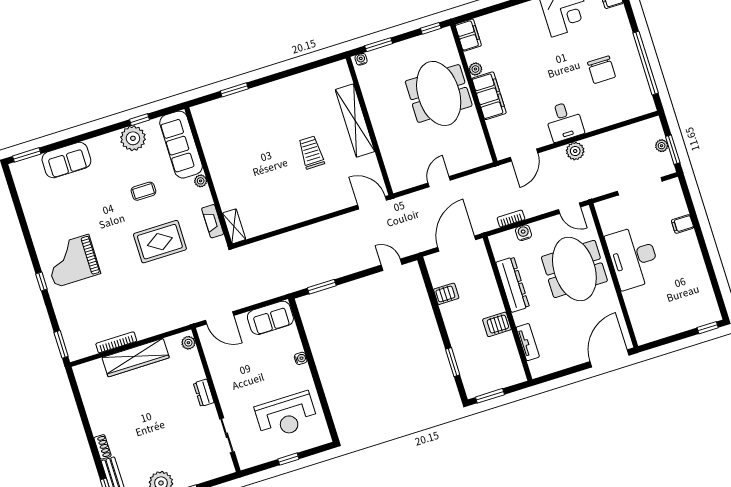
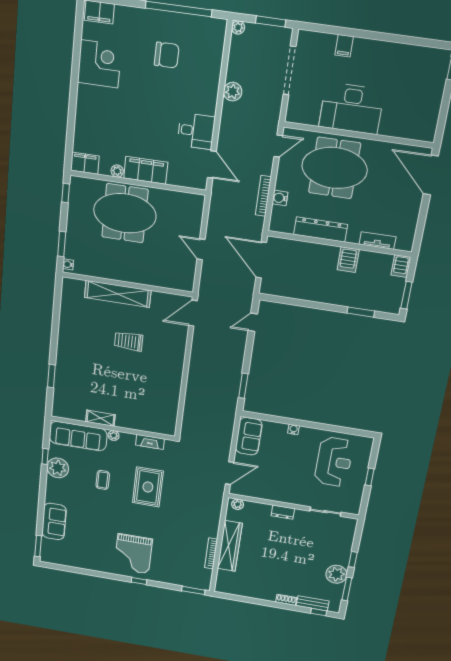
desk: (564, 121) -> (196, 131), moved
plant: (662, 146) -> (238, 28), moved
plant: (575, 151) -> (233, 92), moved
bookcase: (511, 219) -> (263, 196), width x1.56
shelving: (234, 226) -> (100, 418), moved
server rack: (446, 294) -> (401, 266), moved, turned 180

